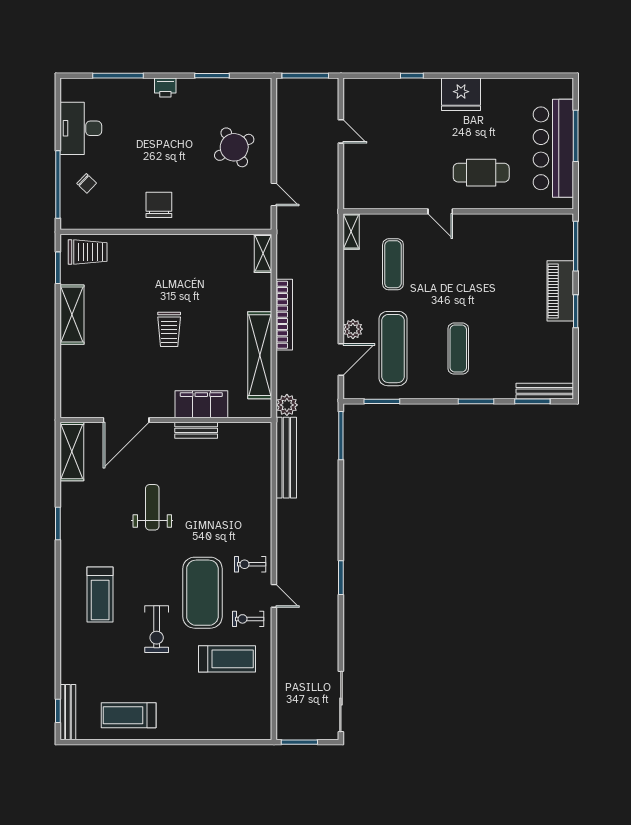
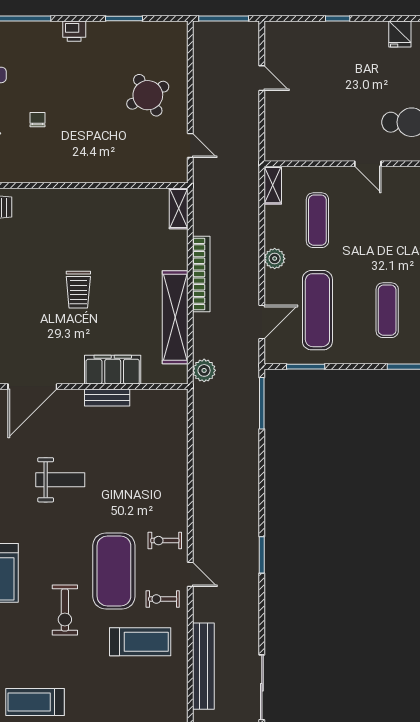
fridge: (461, 94) -> (400, 34), width x0.53, depth x0.75
chair: (159, 205) -> (38, 120), moved, width x0.54, depth x0.54
plant: (353, 329) -> (275, 259), moved
bench: (286, 458) -> (203, 666), moved
weight bench: (152, 507) -> (60, 480), turned 90

